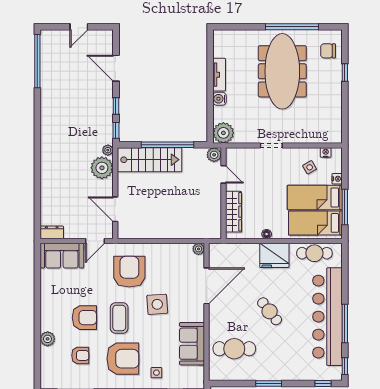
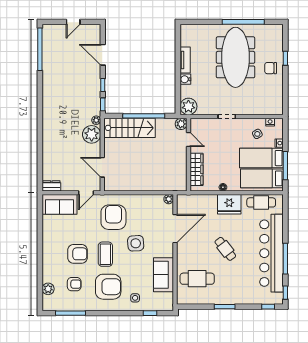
chair: (328, 51) -> (271, 68), moved
plant: (48, 339) -> (48, 289), moved

